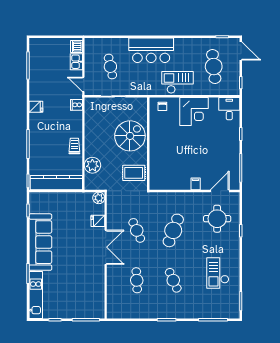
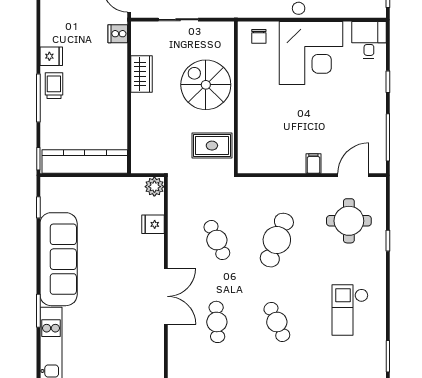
fridge: (36, 107) -> (51, 56), moved
corner desk: (194, 112) -> (311, 53), width x1.36, depth x1.36
wardrobe: (91, 129) -> (142, 74), added
spiral stairs: (130, 136) -> (206, 85), turned -90
trolley: (74, 146) -> (54, 86), moved
plant: (92, 165) -> (144, 133), removed
double door: (106, 247) -> (166, 296), moved

